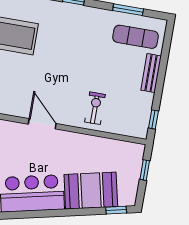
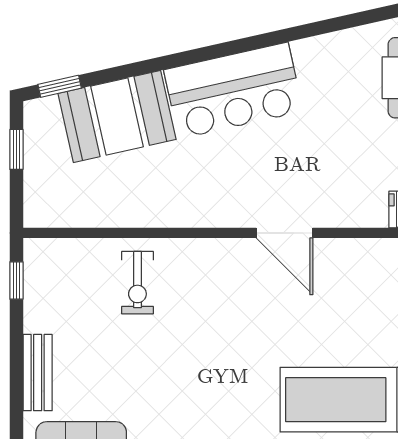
door: (42, 124) -> (284, 233), moved
window: (145, 170) -> (16, 149), moved

